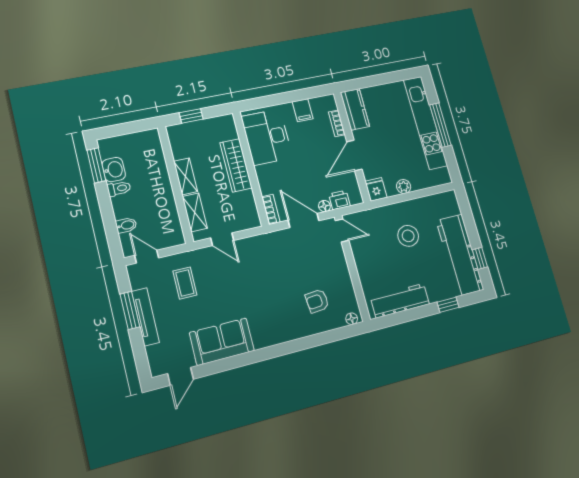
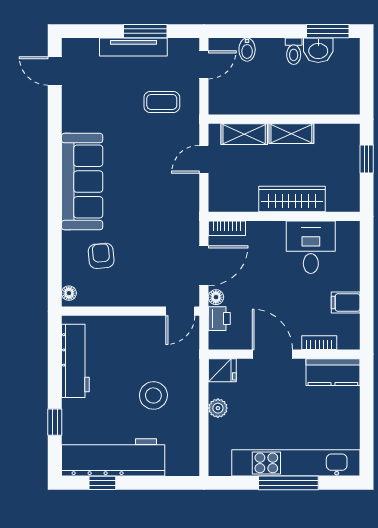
desk: (267, 137) -> (311, 247), width x0.73
sofa: (222, 342) -> (82, 182), moved, width x1.36

